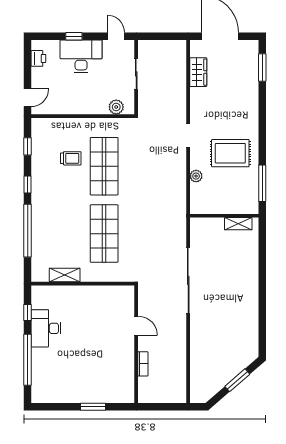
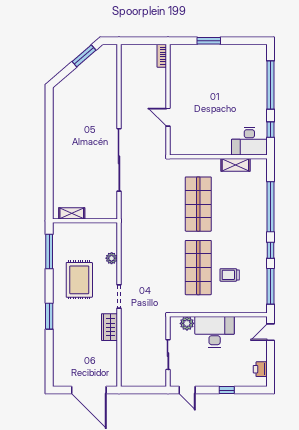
desk: (81, 56) -> (215, 332), moved, turned 180
window: (262, 68) -> (49, 316), moved
wardrobe: (198, 72) -> (109, 327), moved
window: (28, 146) -> (271, 286), width x2.17
rug: (230, 153) -> (79, 280), turned 90
desk: (46, 328) -> (249, 141), moved, turned 90
bookcase: (143, 364) -> (162, 56), moved
window: (237, 380) -> (84, 56), moved

